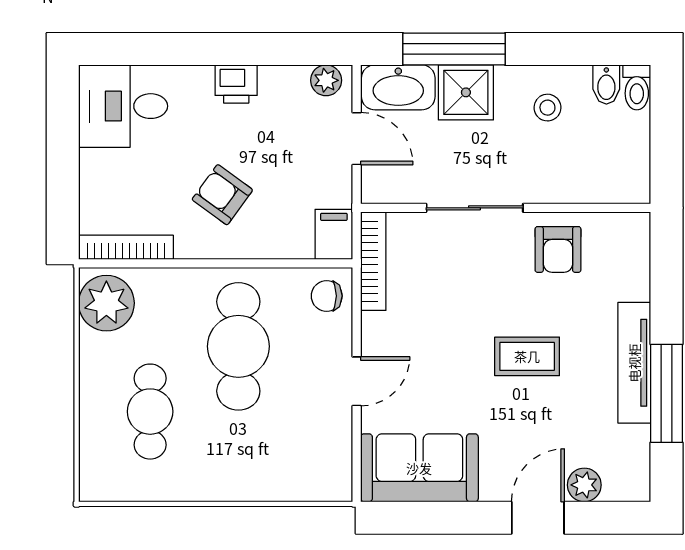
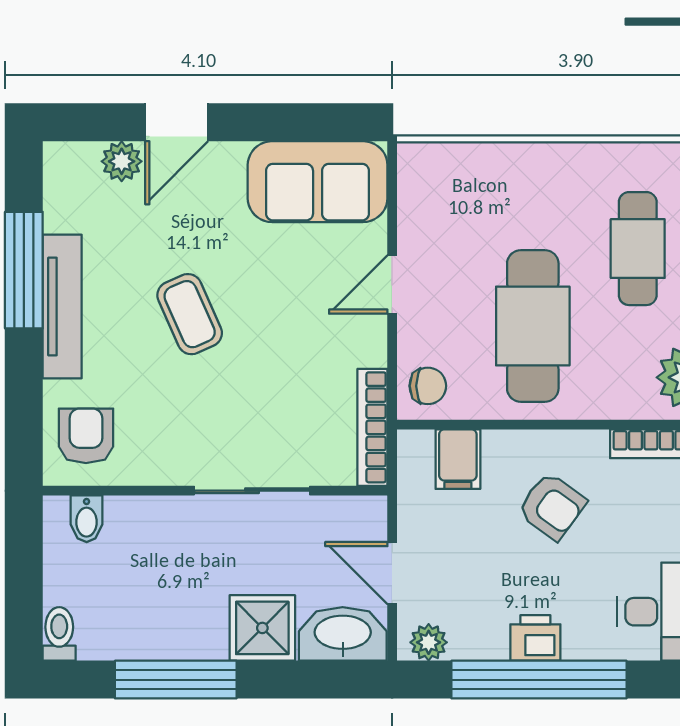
window: (233, 49) -> (539, 680), added
window: (454, 49) -> (176, 680), moved
bidet: (606, 84) -> (87, 519), moved, turned 180
stool: (547, 108) -> (165, 610), removed
filing cabinet: (334, 234) -> (458, 459), moved
armchair: (558, 249) -> (86, 436), moved
coffee table: (527, 356) -> (190, 314), turned 66

